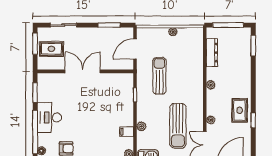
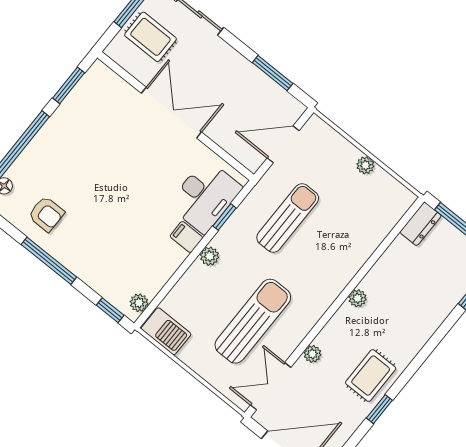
dresser: (212, 53) -> (420, 224), moved, width x0.70
desk: (49, 117) -> (205, 196), moved, turned 180
plant: (141, 126) -> (210, 256), moved
sun lounger: (178, 126) -> (253, 321), turned 180
filing cabinet: (127, 132) -> (186, 237), moved

